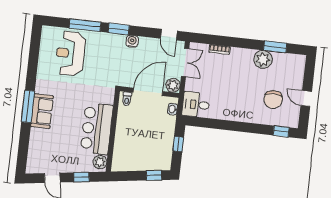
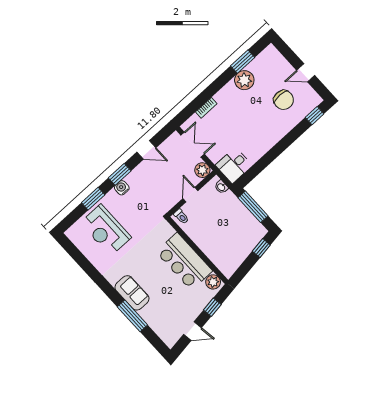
window: (85, 25) -> (93, 199), width x0.69
door: (169, 35) -> (146, 150), moved
water cooler: (132, 41) -> (122, 188), moved
door: (148, 92) -> (190, 195), width x0.53
window: (28, 107) -> (132, 316), moved
window: (178, 144) -> (253, 207), width x2.17

